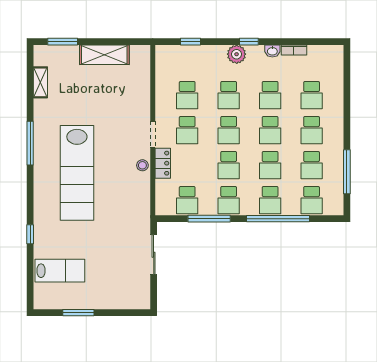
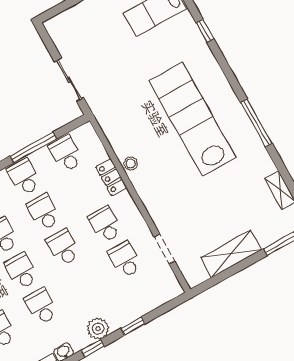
window: (191, 42) -> (133, 326), moved
school desk: (229, 95) -> (83, 283), removed
doorway: (153, 135) -> (164, 249), moved

